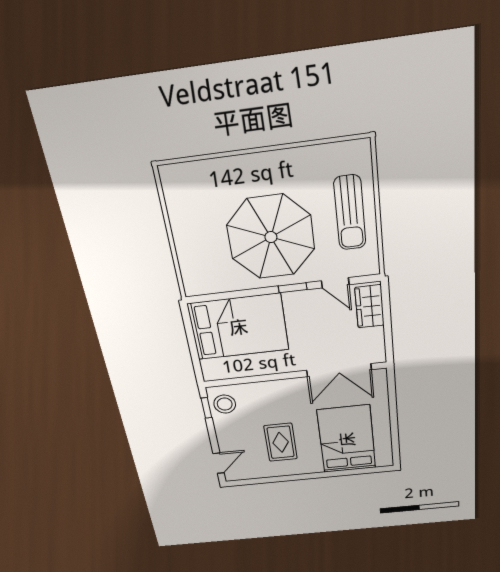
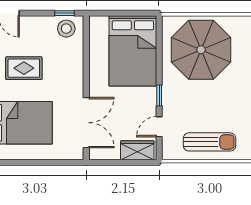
sun lounger: (350, 213) -> (210, 142), turned 180
parasol: (271, 237) -> (201, 50), moved
double door: (339, 370) -> (86, 123), swing flipped

